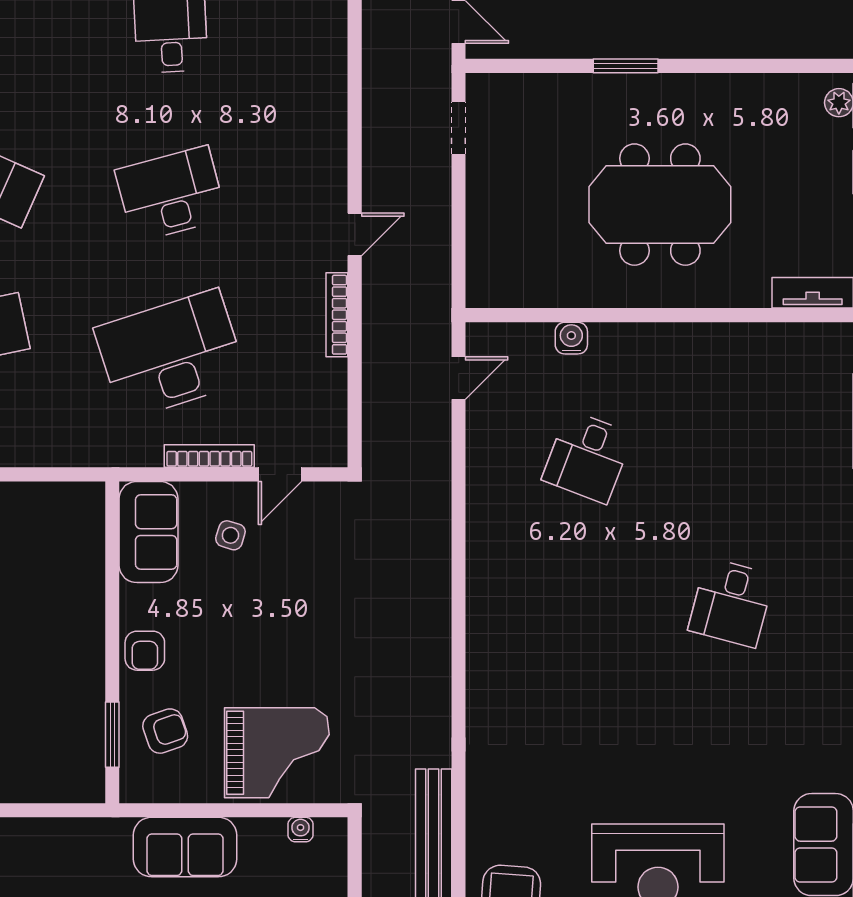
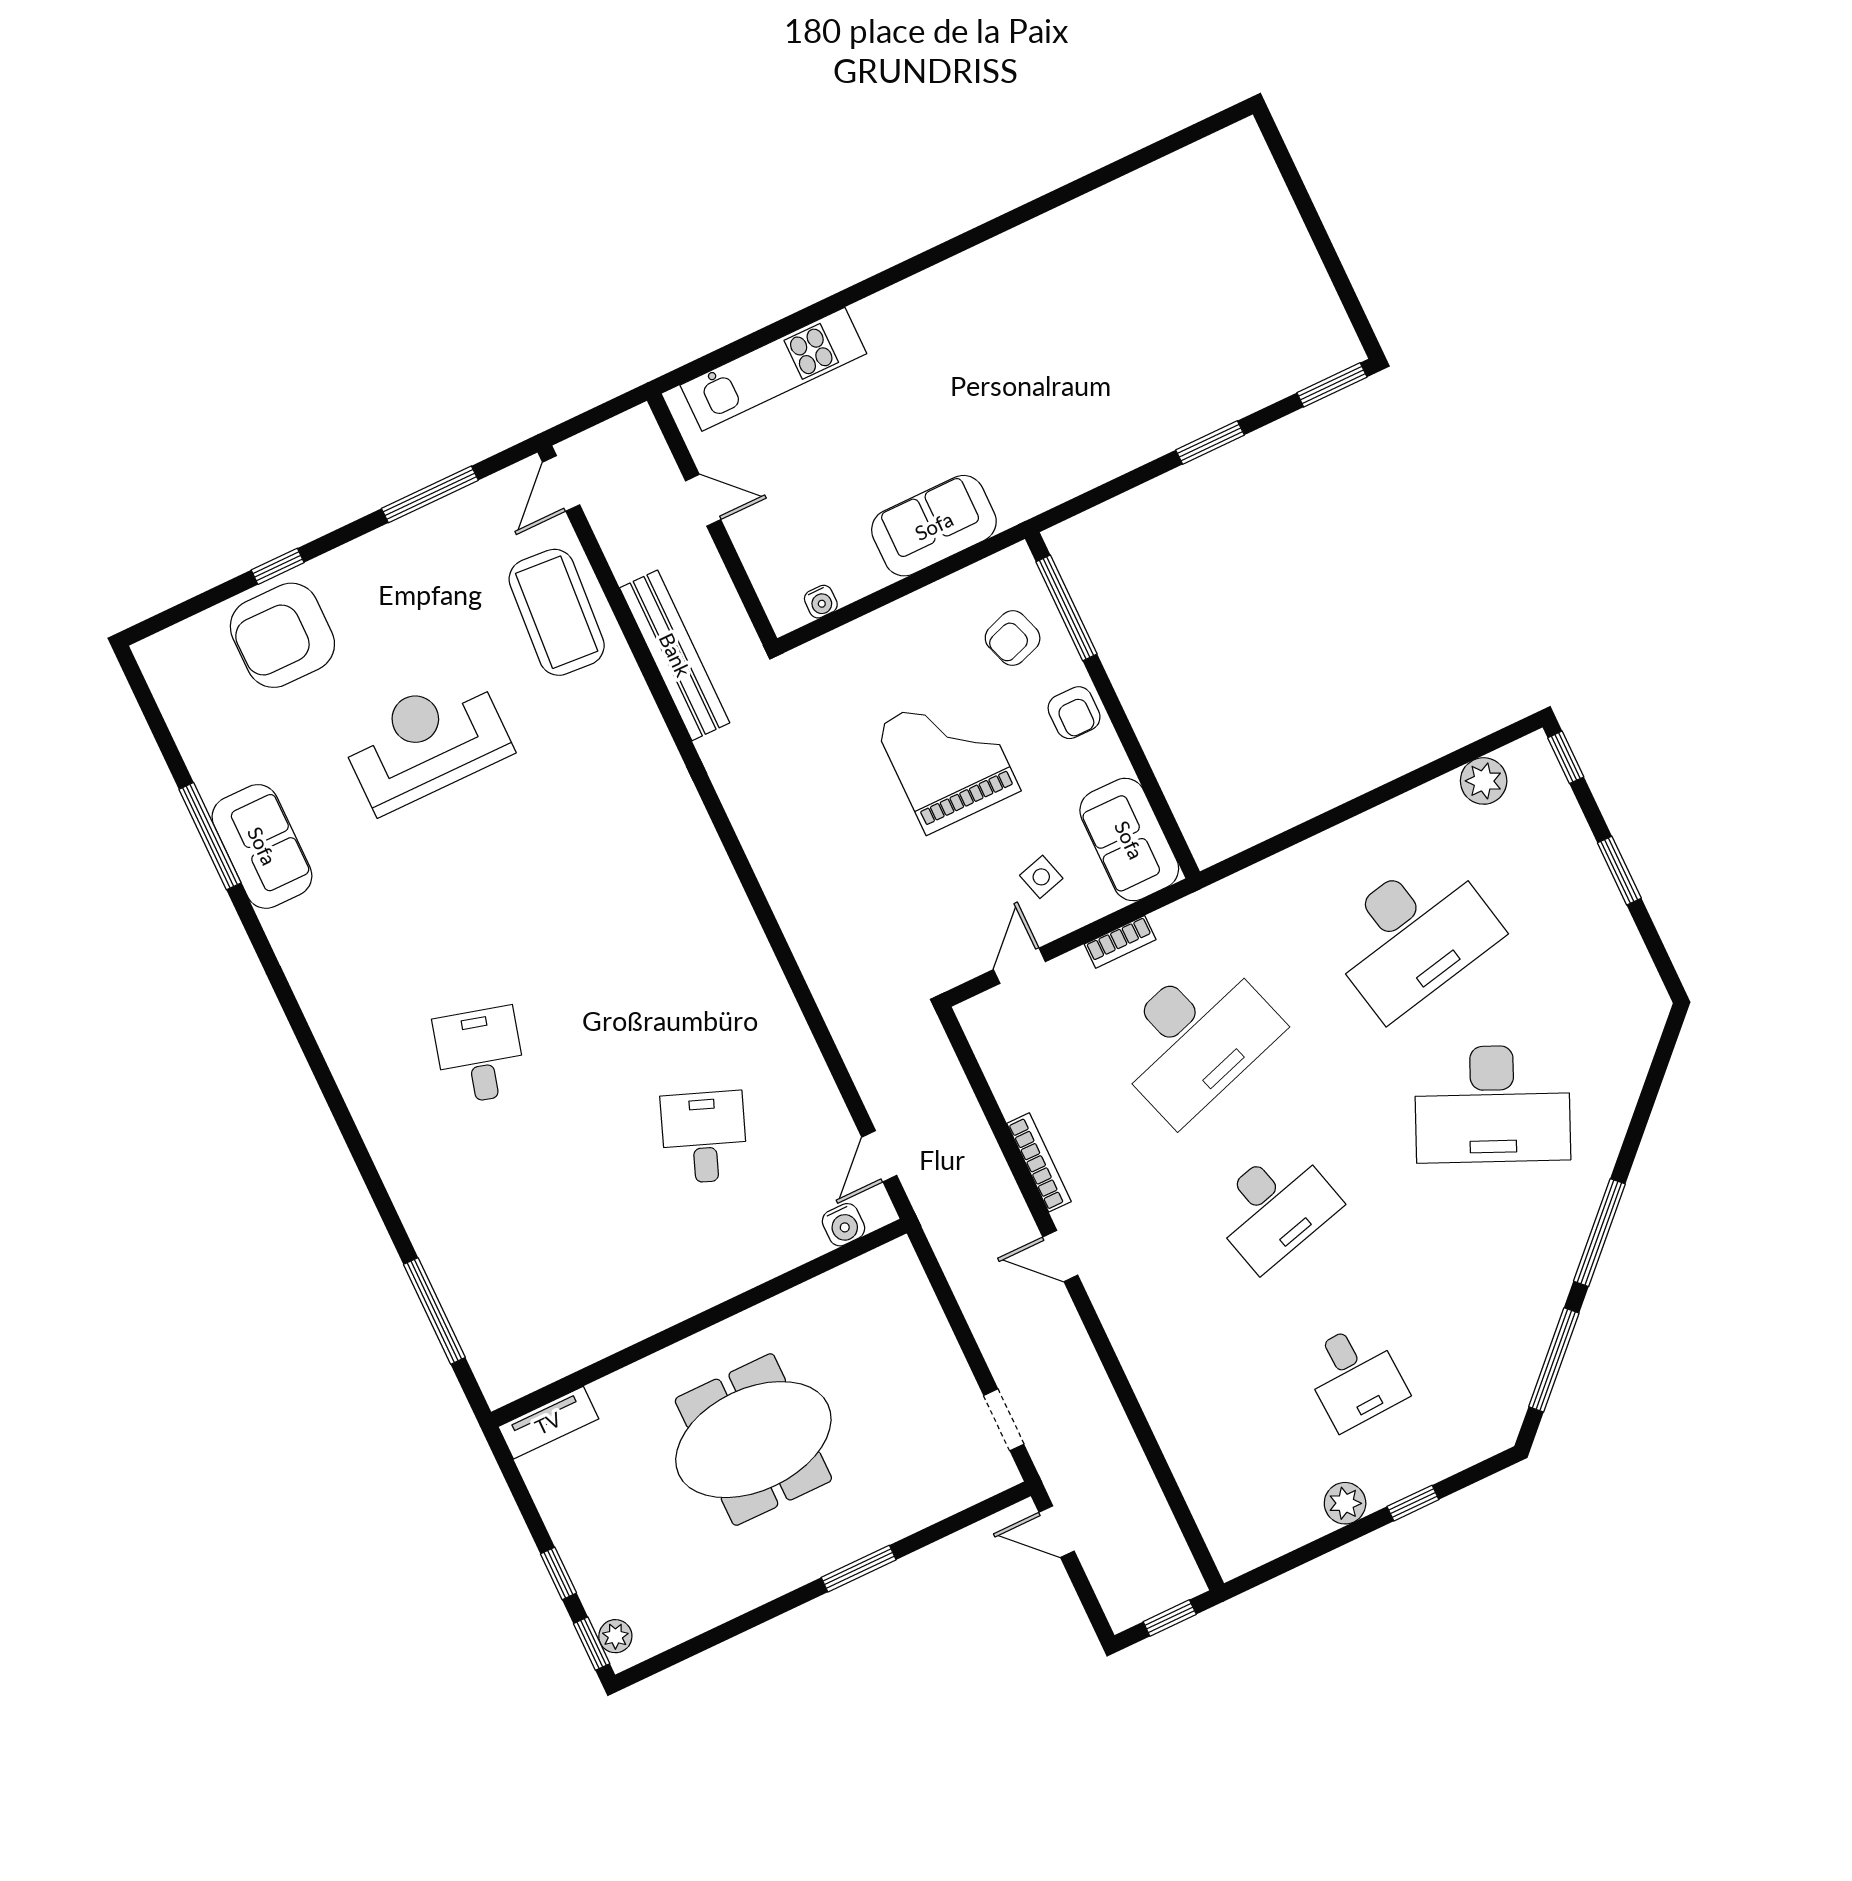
door: (355, 234) -> (1060, 1256), hinge flipped
water cooler: (571, 338) -> (843, 1225), moved
bookcase: (209, 456) -> (1120, 942), width x0.64
side table: (230, 535) -> (1041, 877), turned -33
armchair: (145, 651) -> (1074, 713), turned 180
window: (112, 735) -> (1066, 608), width x1.44
grand piano: (277, 753) -> (948, 758), moved, turned 90

